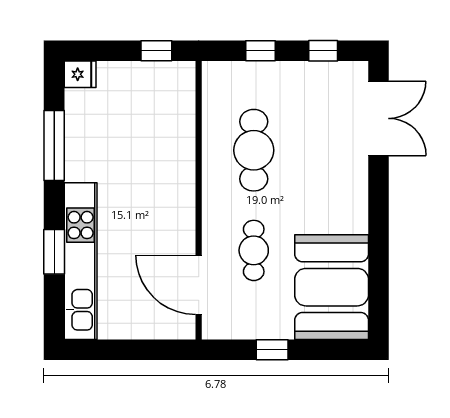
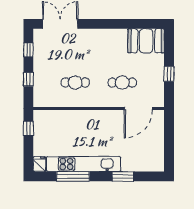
cafe table: (254, 150) -> (75, 83), width x0.73, depth x0.74
kitchen unit: (81, 261) -> (84, 164), moved
booth: (332, 287) -> (146, 41), width x0.73, depth x0.70

